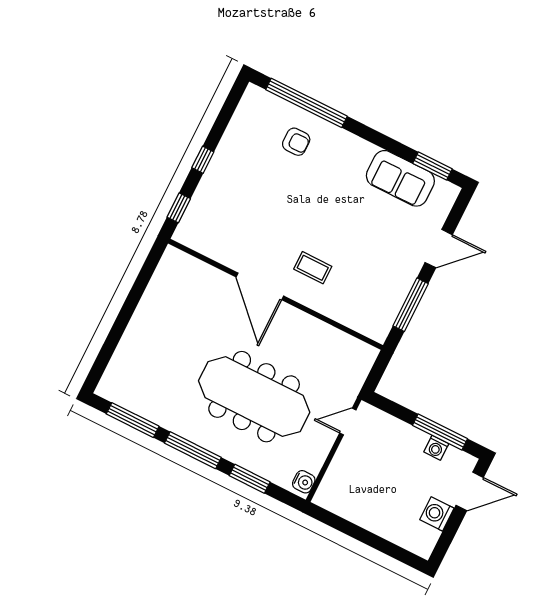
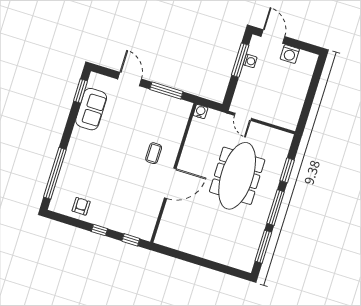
armchair: (296, 142) -> (81, 206), moved
water cooler: (304, 482) -> (200, 112), moved

